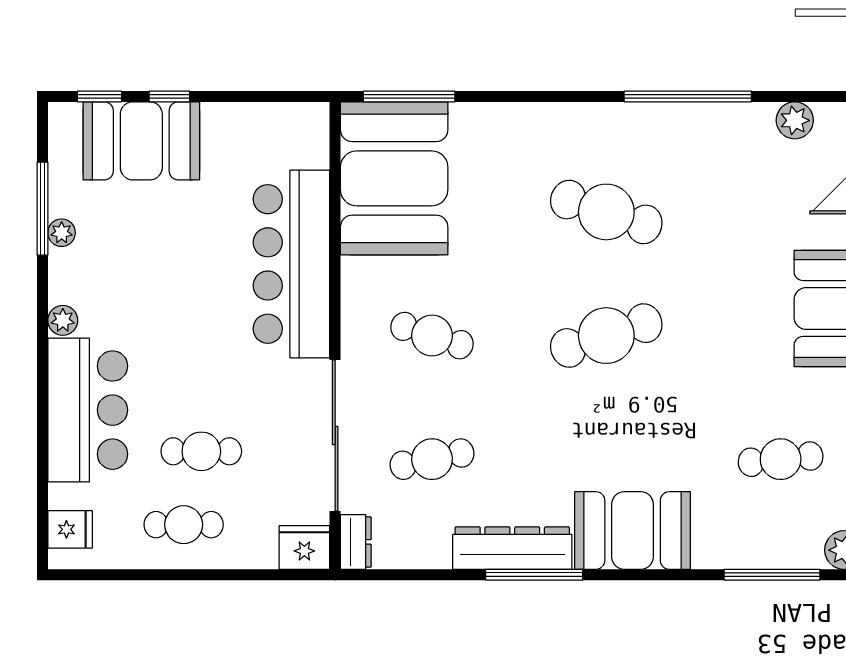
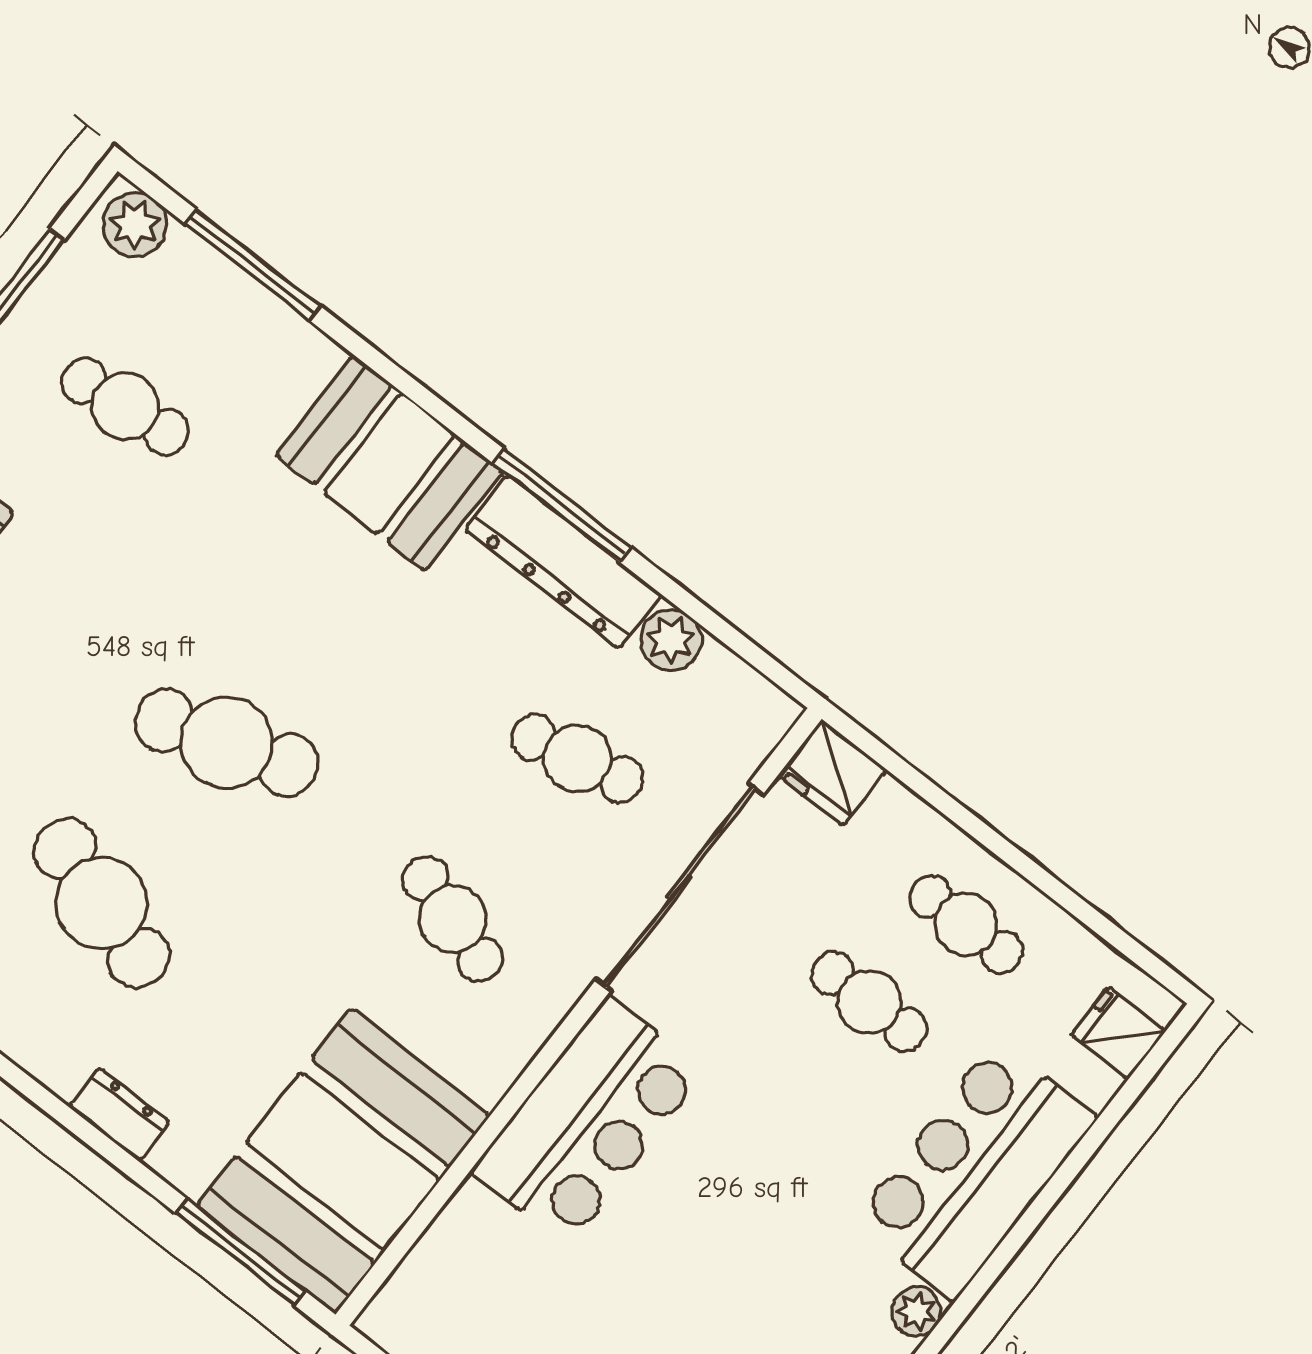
bar counter: (291, 264) -> (588, 1121), width x0.73
dresser: (356, 542) -> (119, 1114), moved, turned 90
plant: (431, 551) -> (671, 640), added

